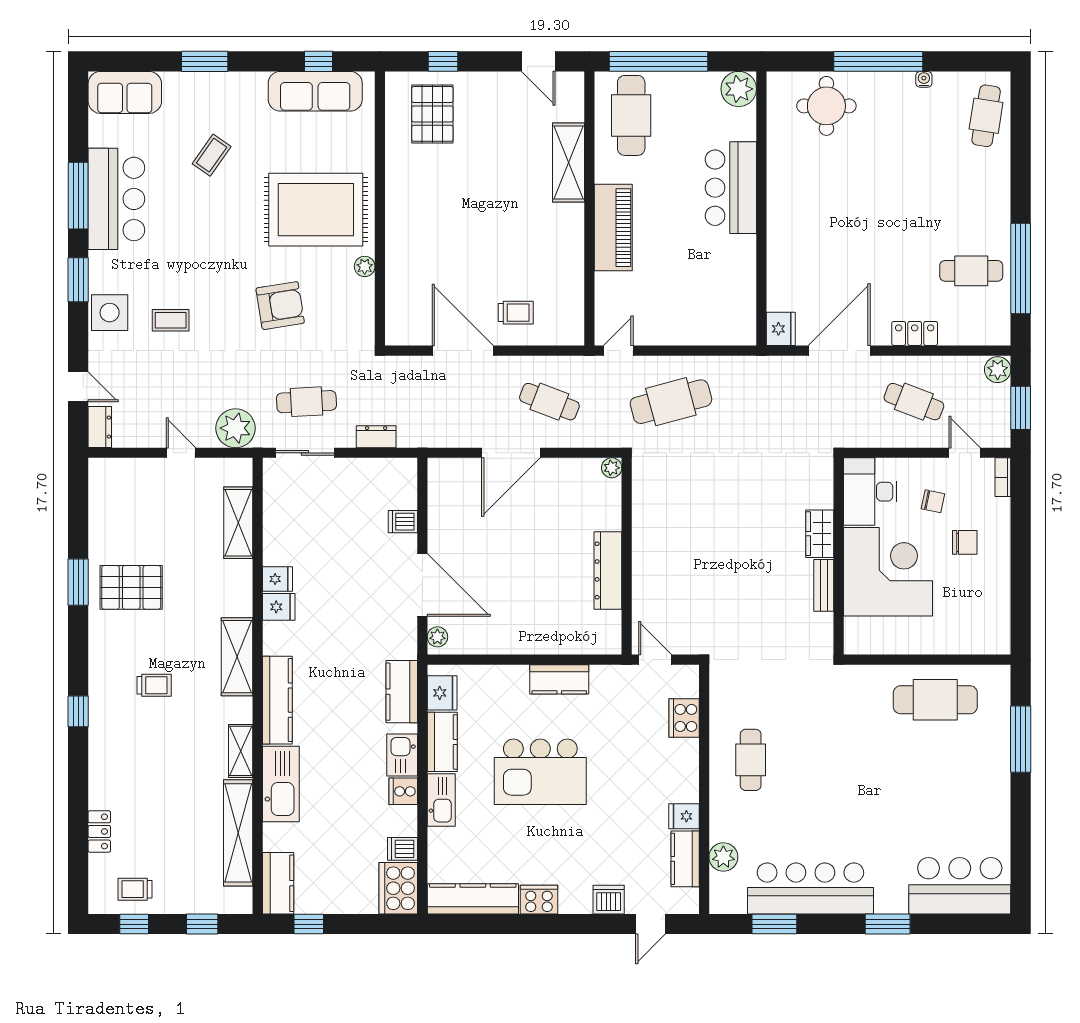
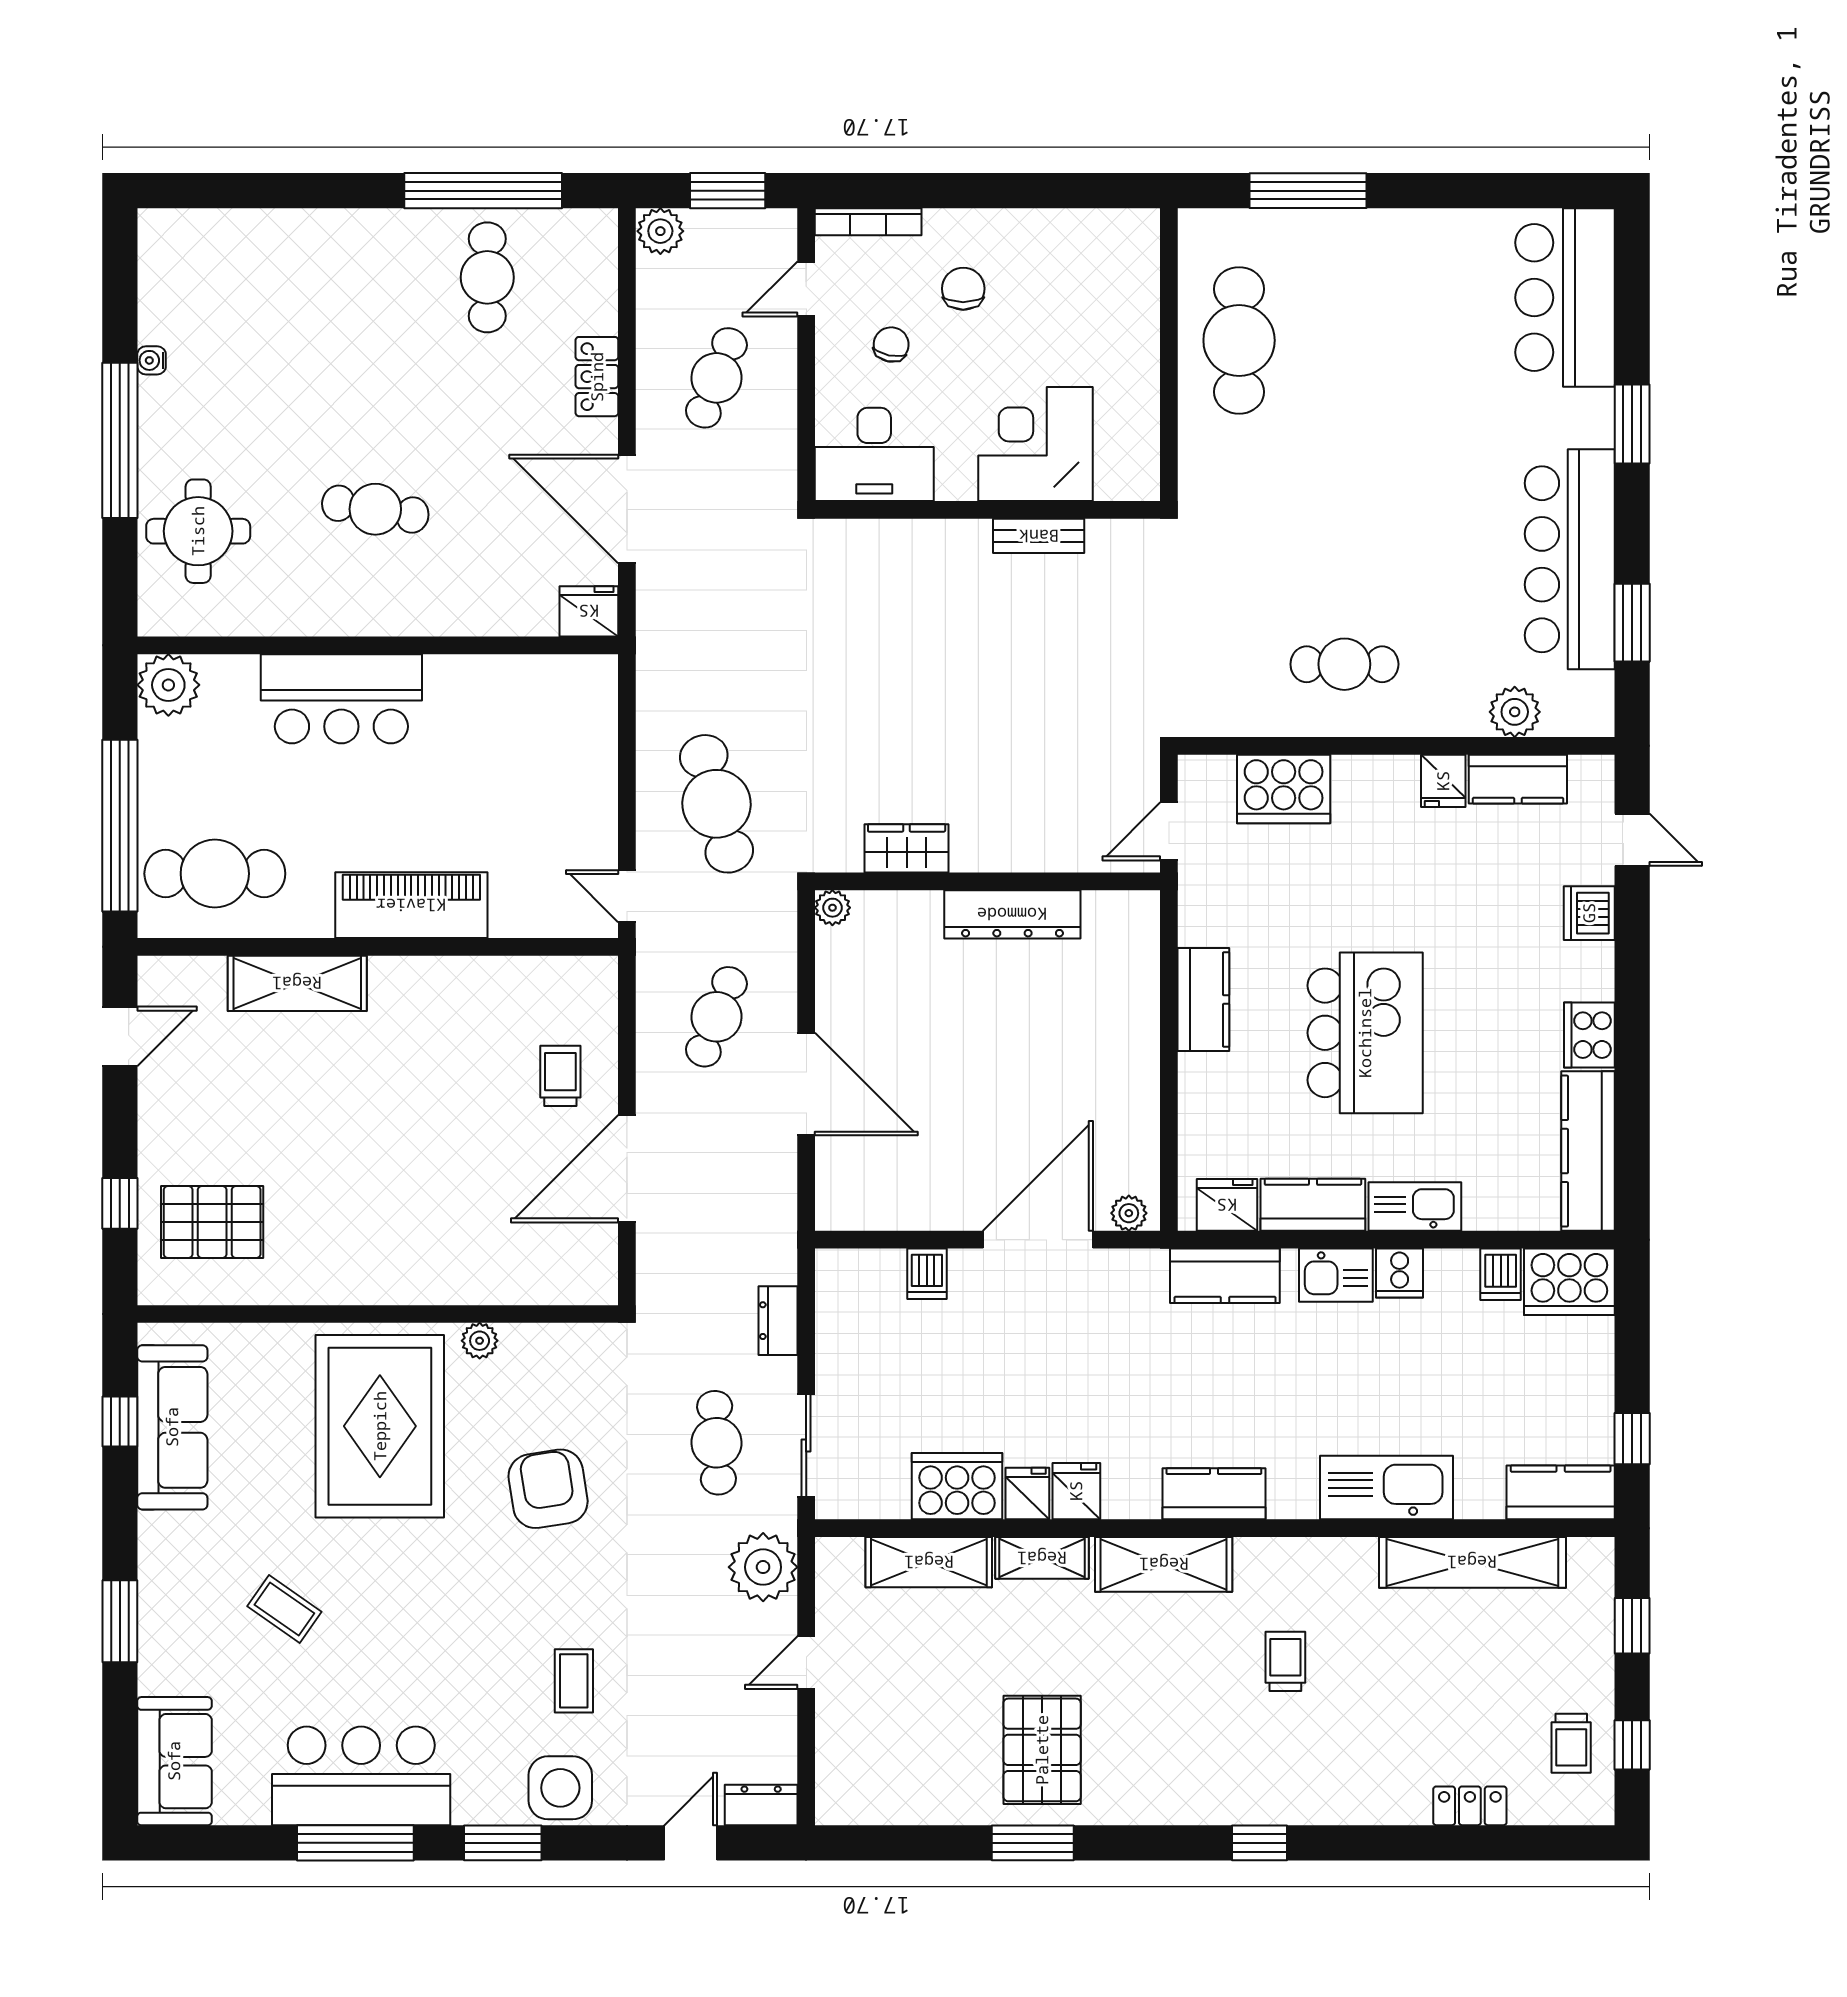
cafe table: (986, 116) -> (375, 509), moved
bookcase: (1003, 477) -> (868, 222), width x1.56
wardrobe: (820, 534) -> (907, 848), moved, turned 180
cooker: (282, 539) -> (957, 1486), added
corner desk: (888, 572) -> (1035, 444), width x0.74, depth x0.74
trolley: (154, 685) -> (1285, 1661), moved
kitchen counter: (277, 700) -> (1214, 1494), width x0.67
cooker: (684, 718) -> (1284, 789), width x1.37, depth x1.31
shelving: (241, 751) -> (1042, 1558), moved

